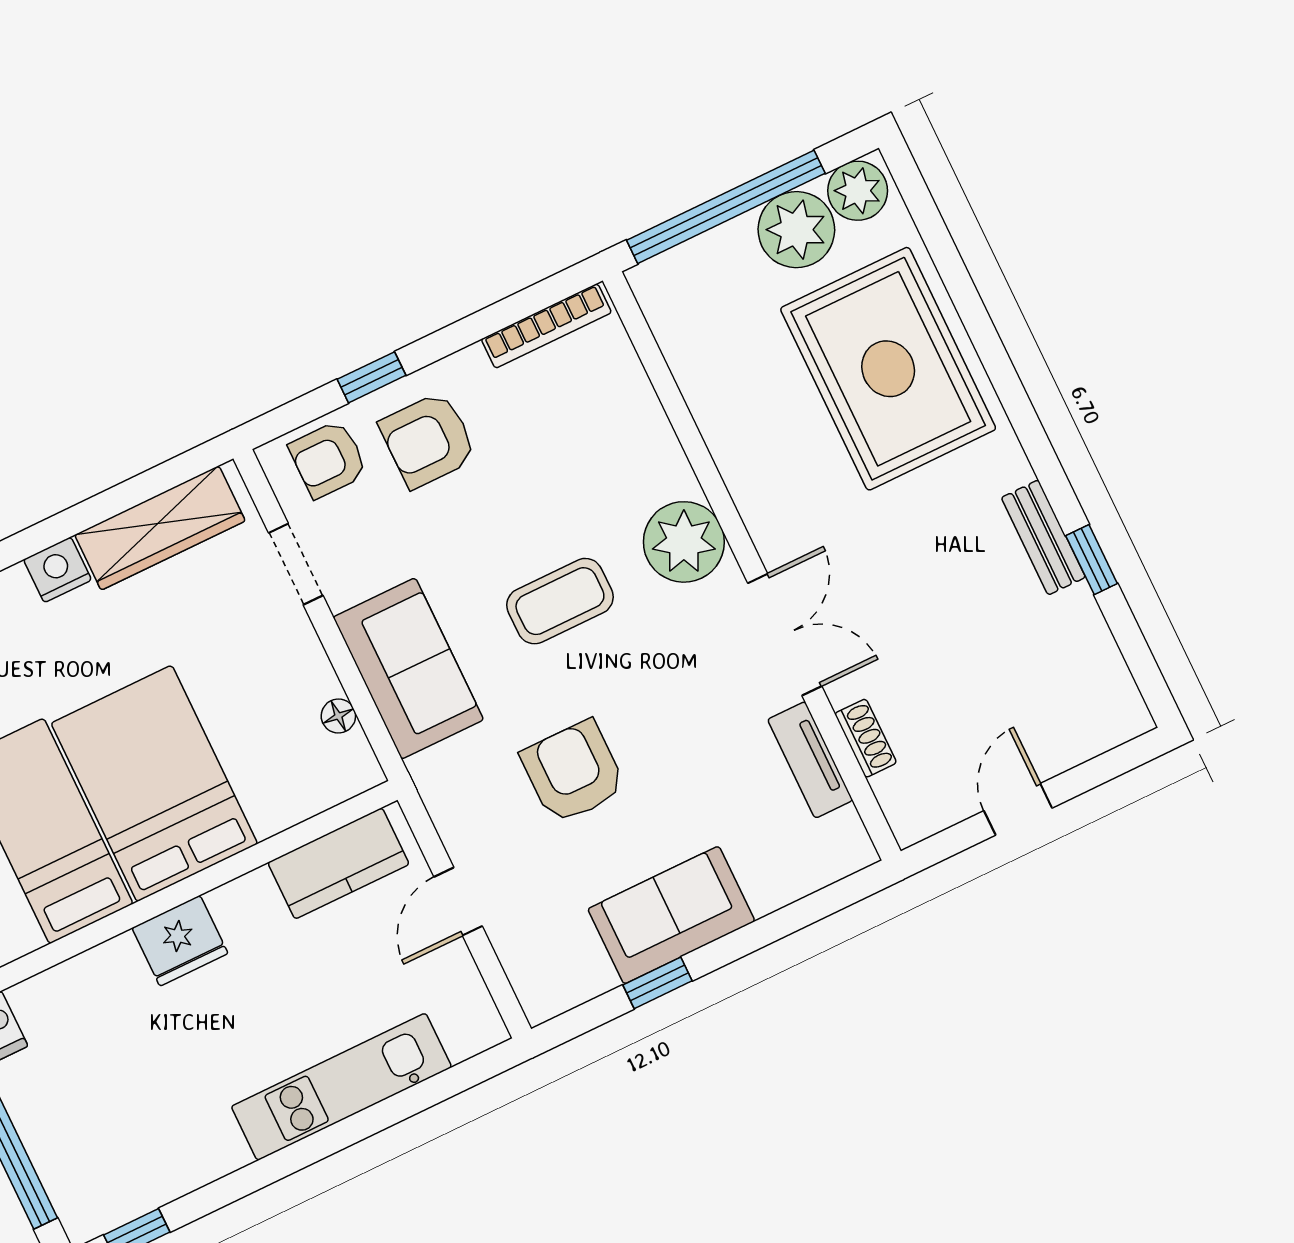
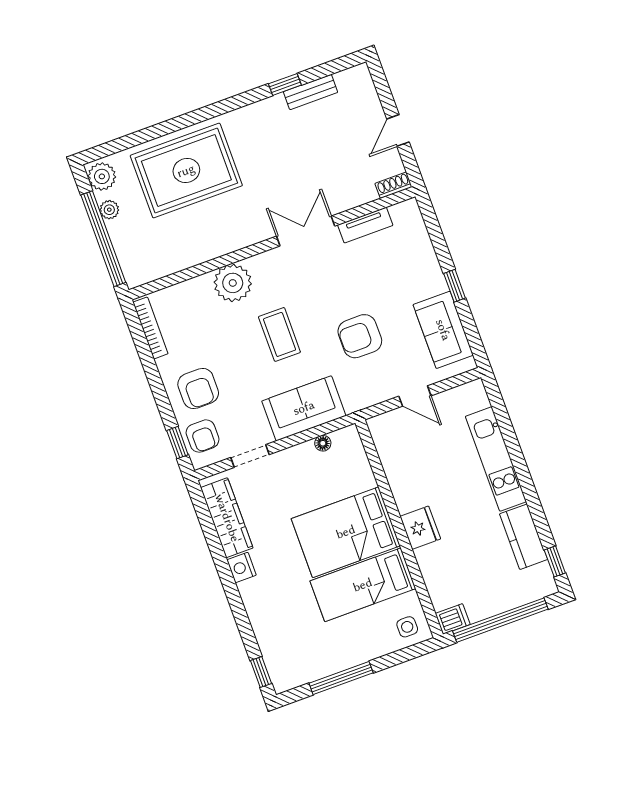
plant: (796, 230) -> (109, 210), width x0.53, depth x0.53
window: (371, 377) -> (177, 443), moved
bench: (1043, 537) -> (310, 92), moved
plant: (684, 542) -> (233, 283), moved
shoe rack: (866, 738) -> (394, 185), moved
door: (1018, 809) -> (398, 130), hinge flipped
kitchen counter: (338, 863) -> (524, 537), moved, turned 180
sofa: (671, 915) -> (443, 330), moved
window: (658, 983) -> (455, 286), moved

